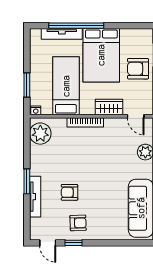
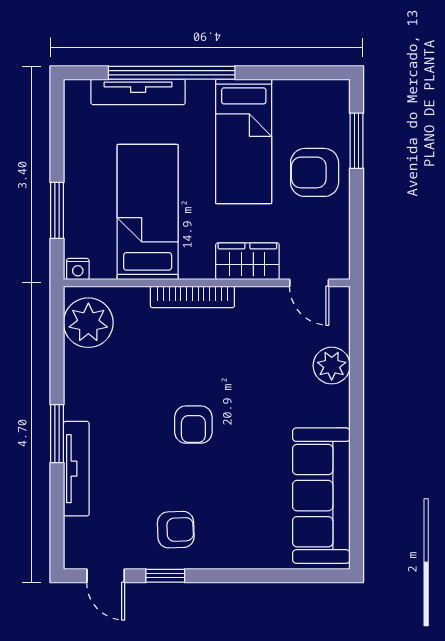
bed: (101, 55) -> (244, 141), width x0.67
armchair: (69, 192) -> (193, 425), moved, turned -90

